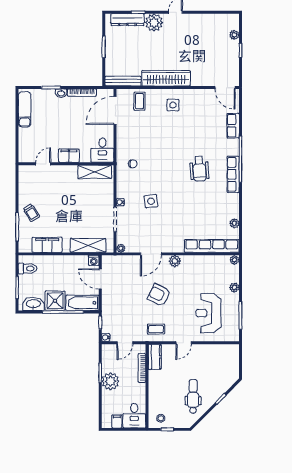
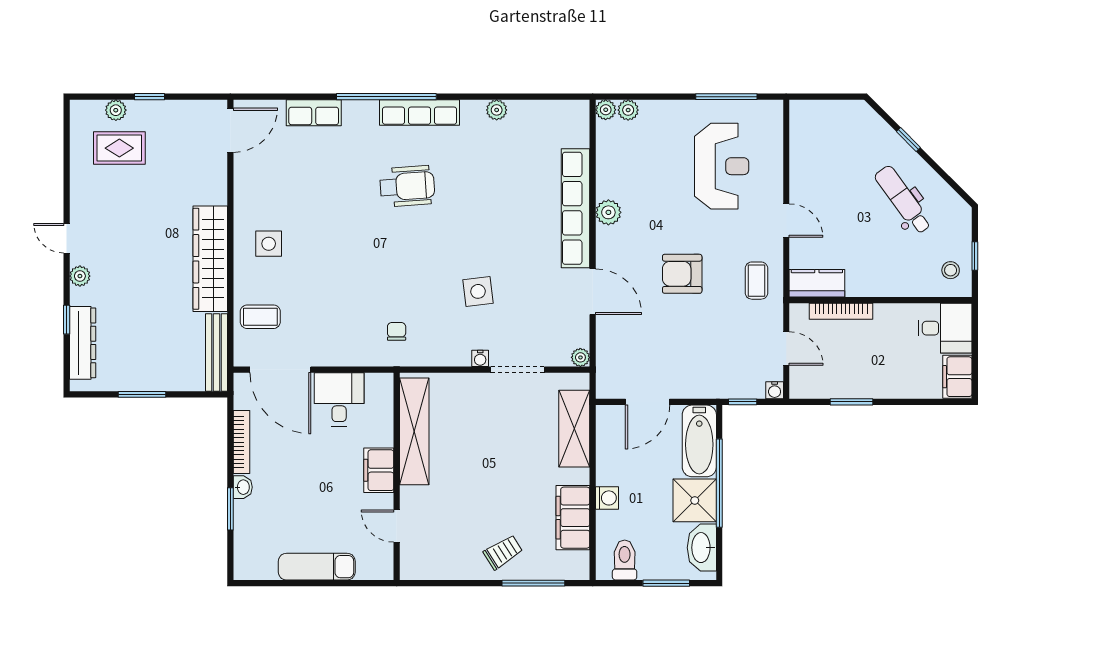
plant: (154, 22) -> (80, 276), width x0.53, depth x0.53
rug: (217, 36) -> (119, 148), added
exam couch: (25, 109) -> (317, 567), moved
desk: (102, 150) -> (339, 399), moved, turned -90
shelving: (95, 172) -> (414, 431), width x1.47
plant: (234, 223) -> (497, 110), moved
row of seats: (212, 246) -> (576, 208), moved
washing machine: (94, 260) -> (607, 498), moved
plant: (175, 261) -> (608, 212), moved
plant: (234, 287) -> (628, 110), moved
armchair: (159, 295) -> (682, 274), turned 64
reception desk: (209, 313) -> (722, 166), turned -90
plant: (110, 381) -> (870, 380), removed
dental chair: (193, 396) -> (903, 200), turned 54
filing cabinet: (117, 421) -> (957, 377), width x2.00

